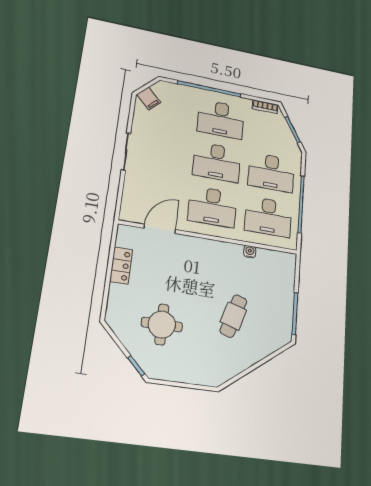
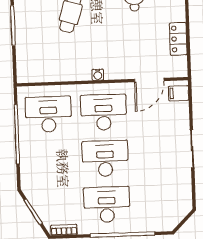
filing cabinet: (149, 98) -> (179, 93), moved, turned -45
desk: (271, 172) -> (50, 160), removed
water cooler: (250, 252) -> (98, 75), moved

